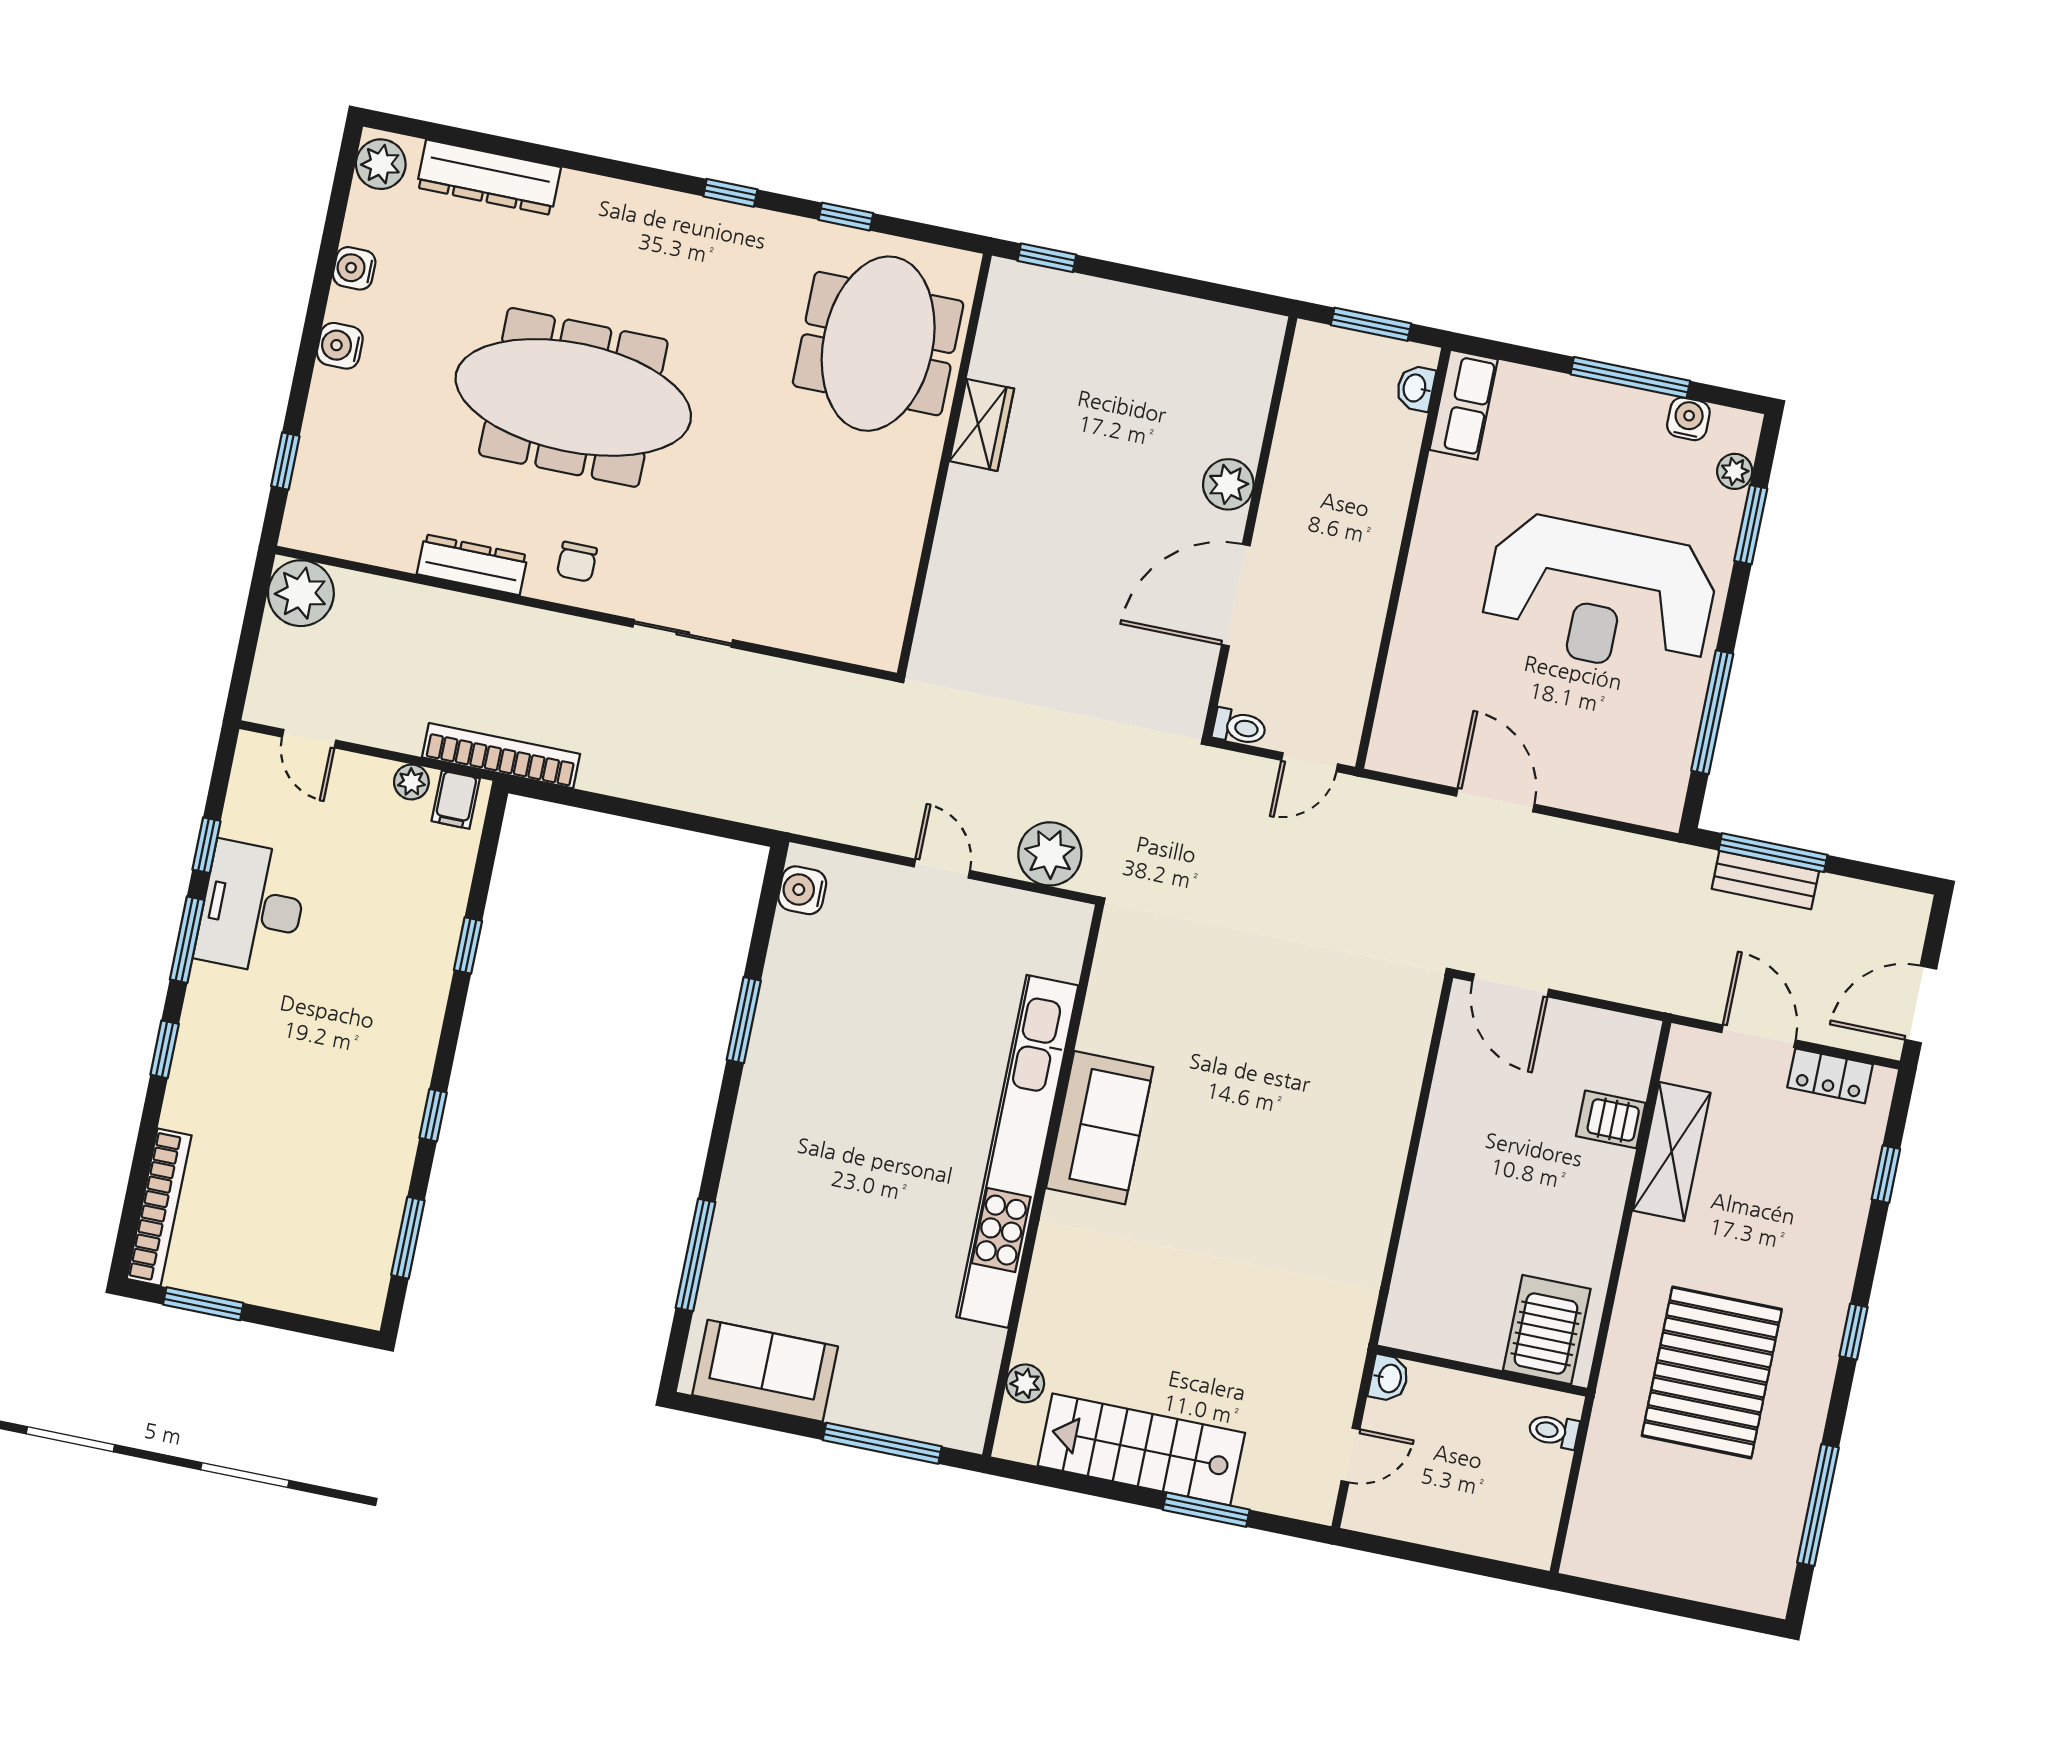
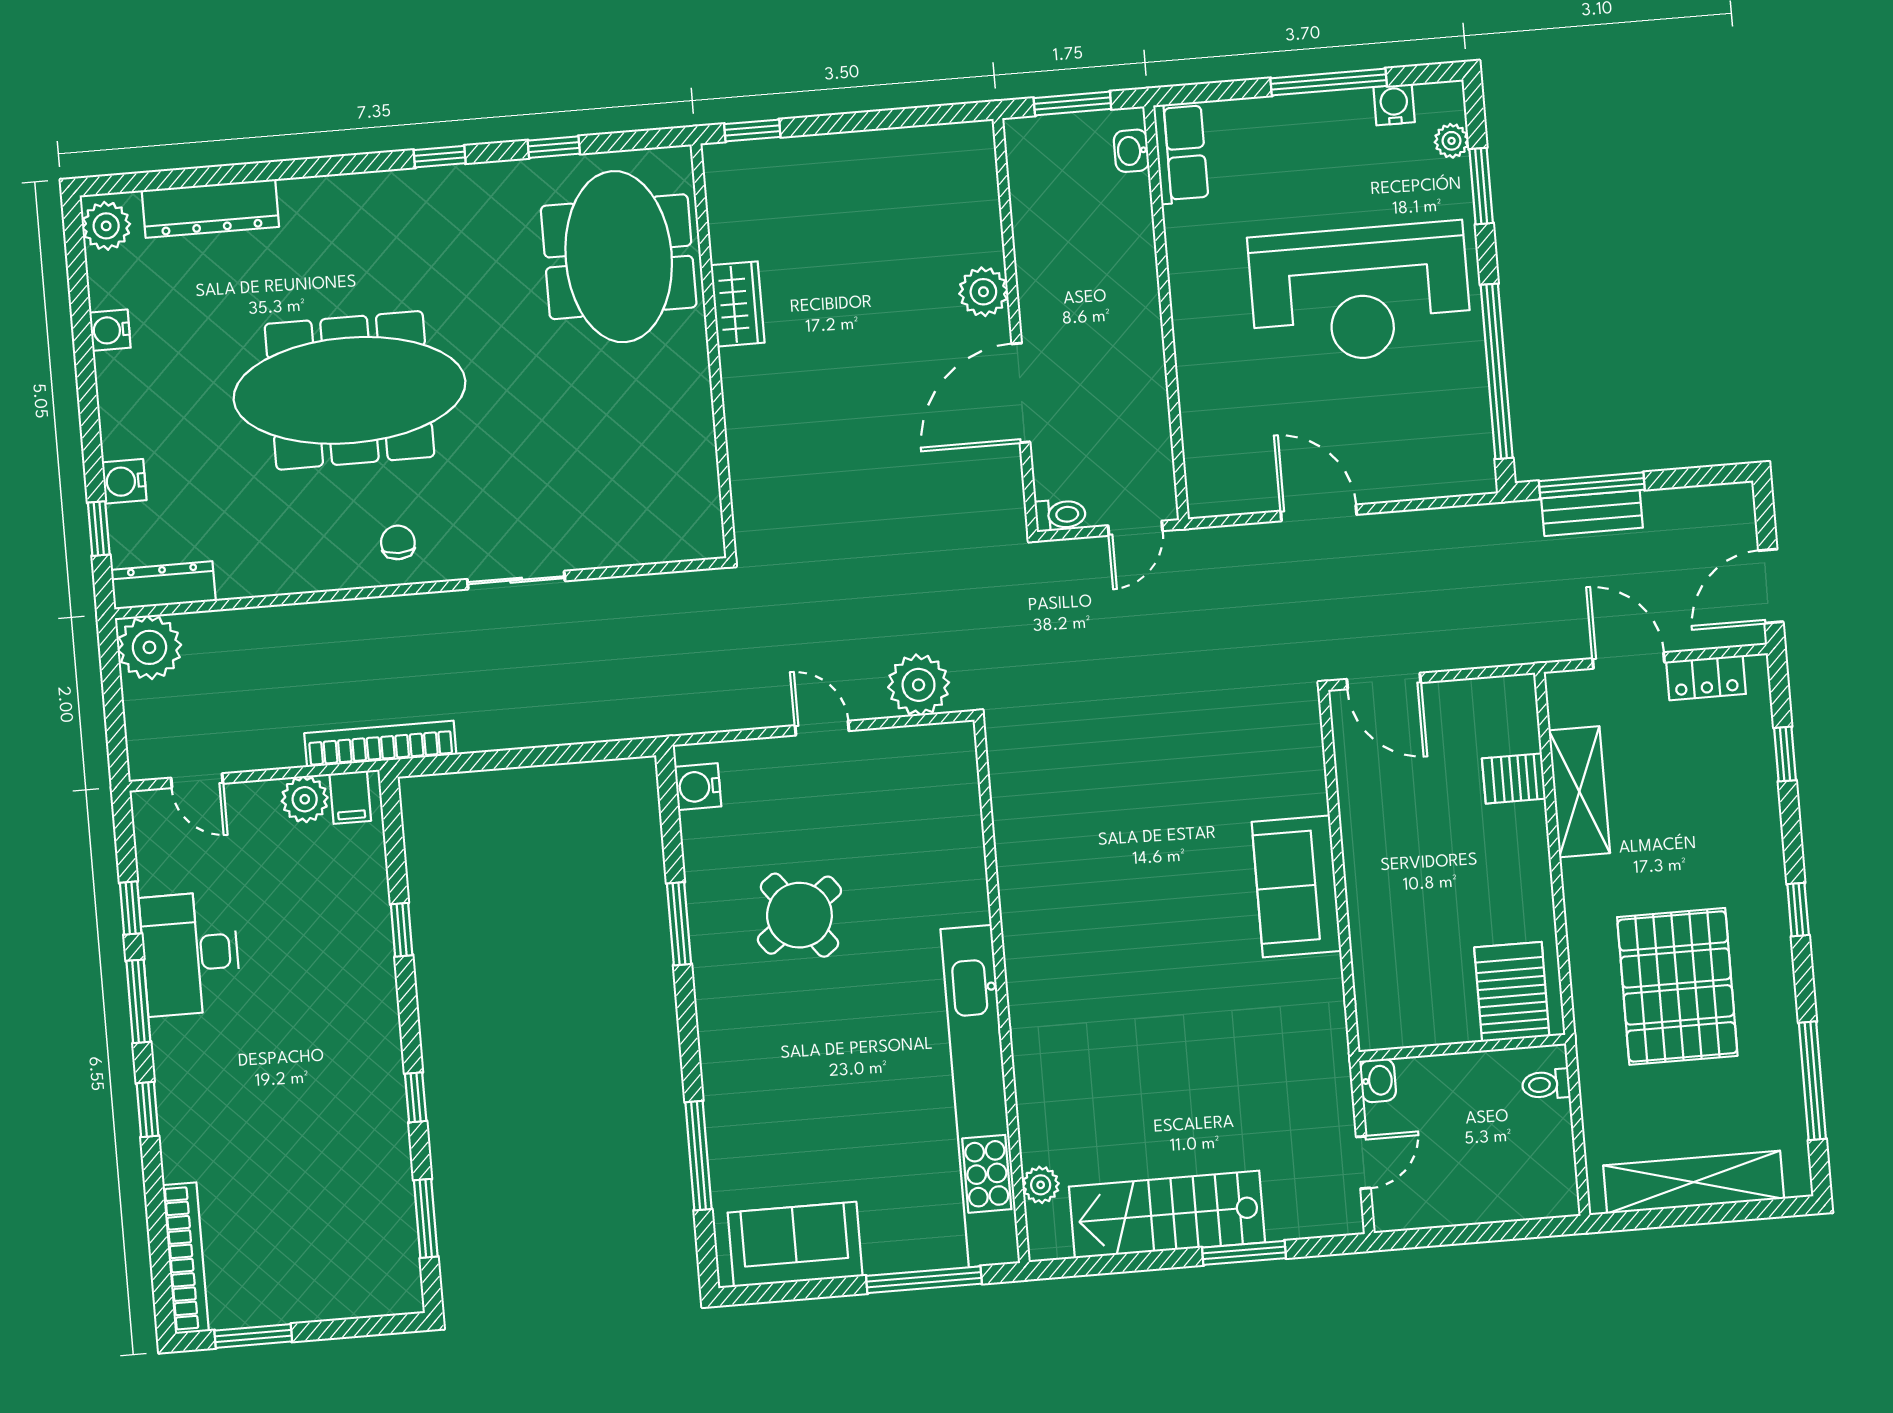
water cooler: (340, 346) -> (124, 481), moved
chair: (577, 562) -> (398, 542), turned 180
dresser: (472, 565) -> (163, 585), moved
window: (1712, 712) -> (1497, 371), width x1.46
plant: (411, 782) -> (305, 799), width x1.38, depth x1.38
round table: (865, 1047) -> (799, 915), added
sofa: (1100, 1128) -> (1296, 886), moved, turned 180
kitchen unit: (1017, 1151) -> (980, 1096), moved
shelving: (1671, 1571) -> (1694, 1182), added

